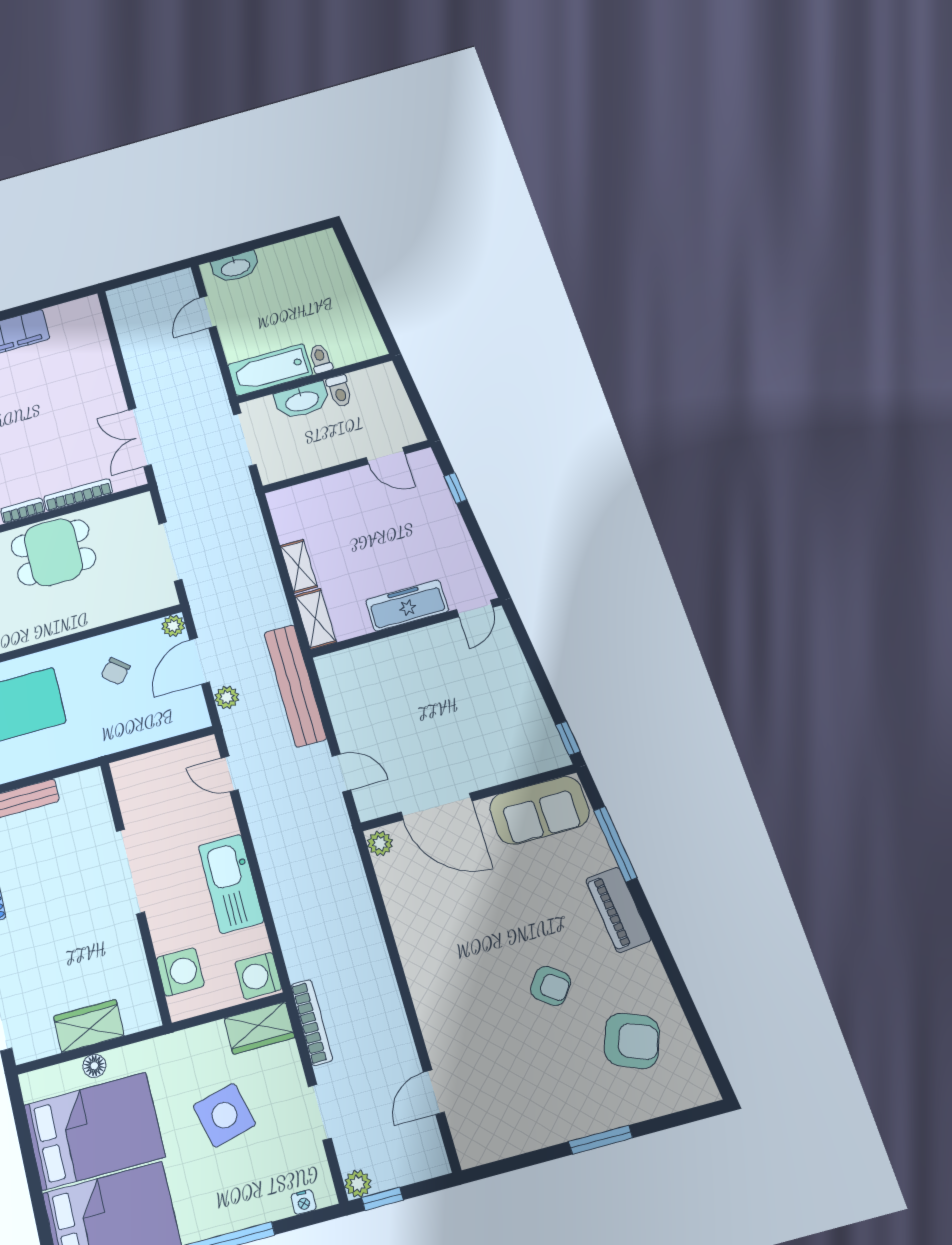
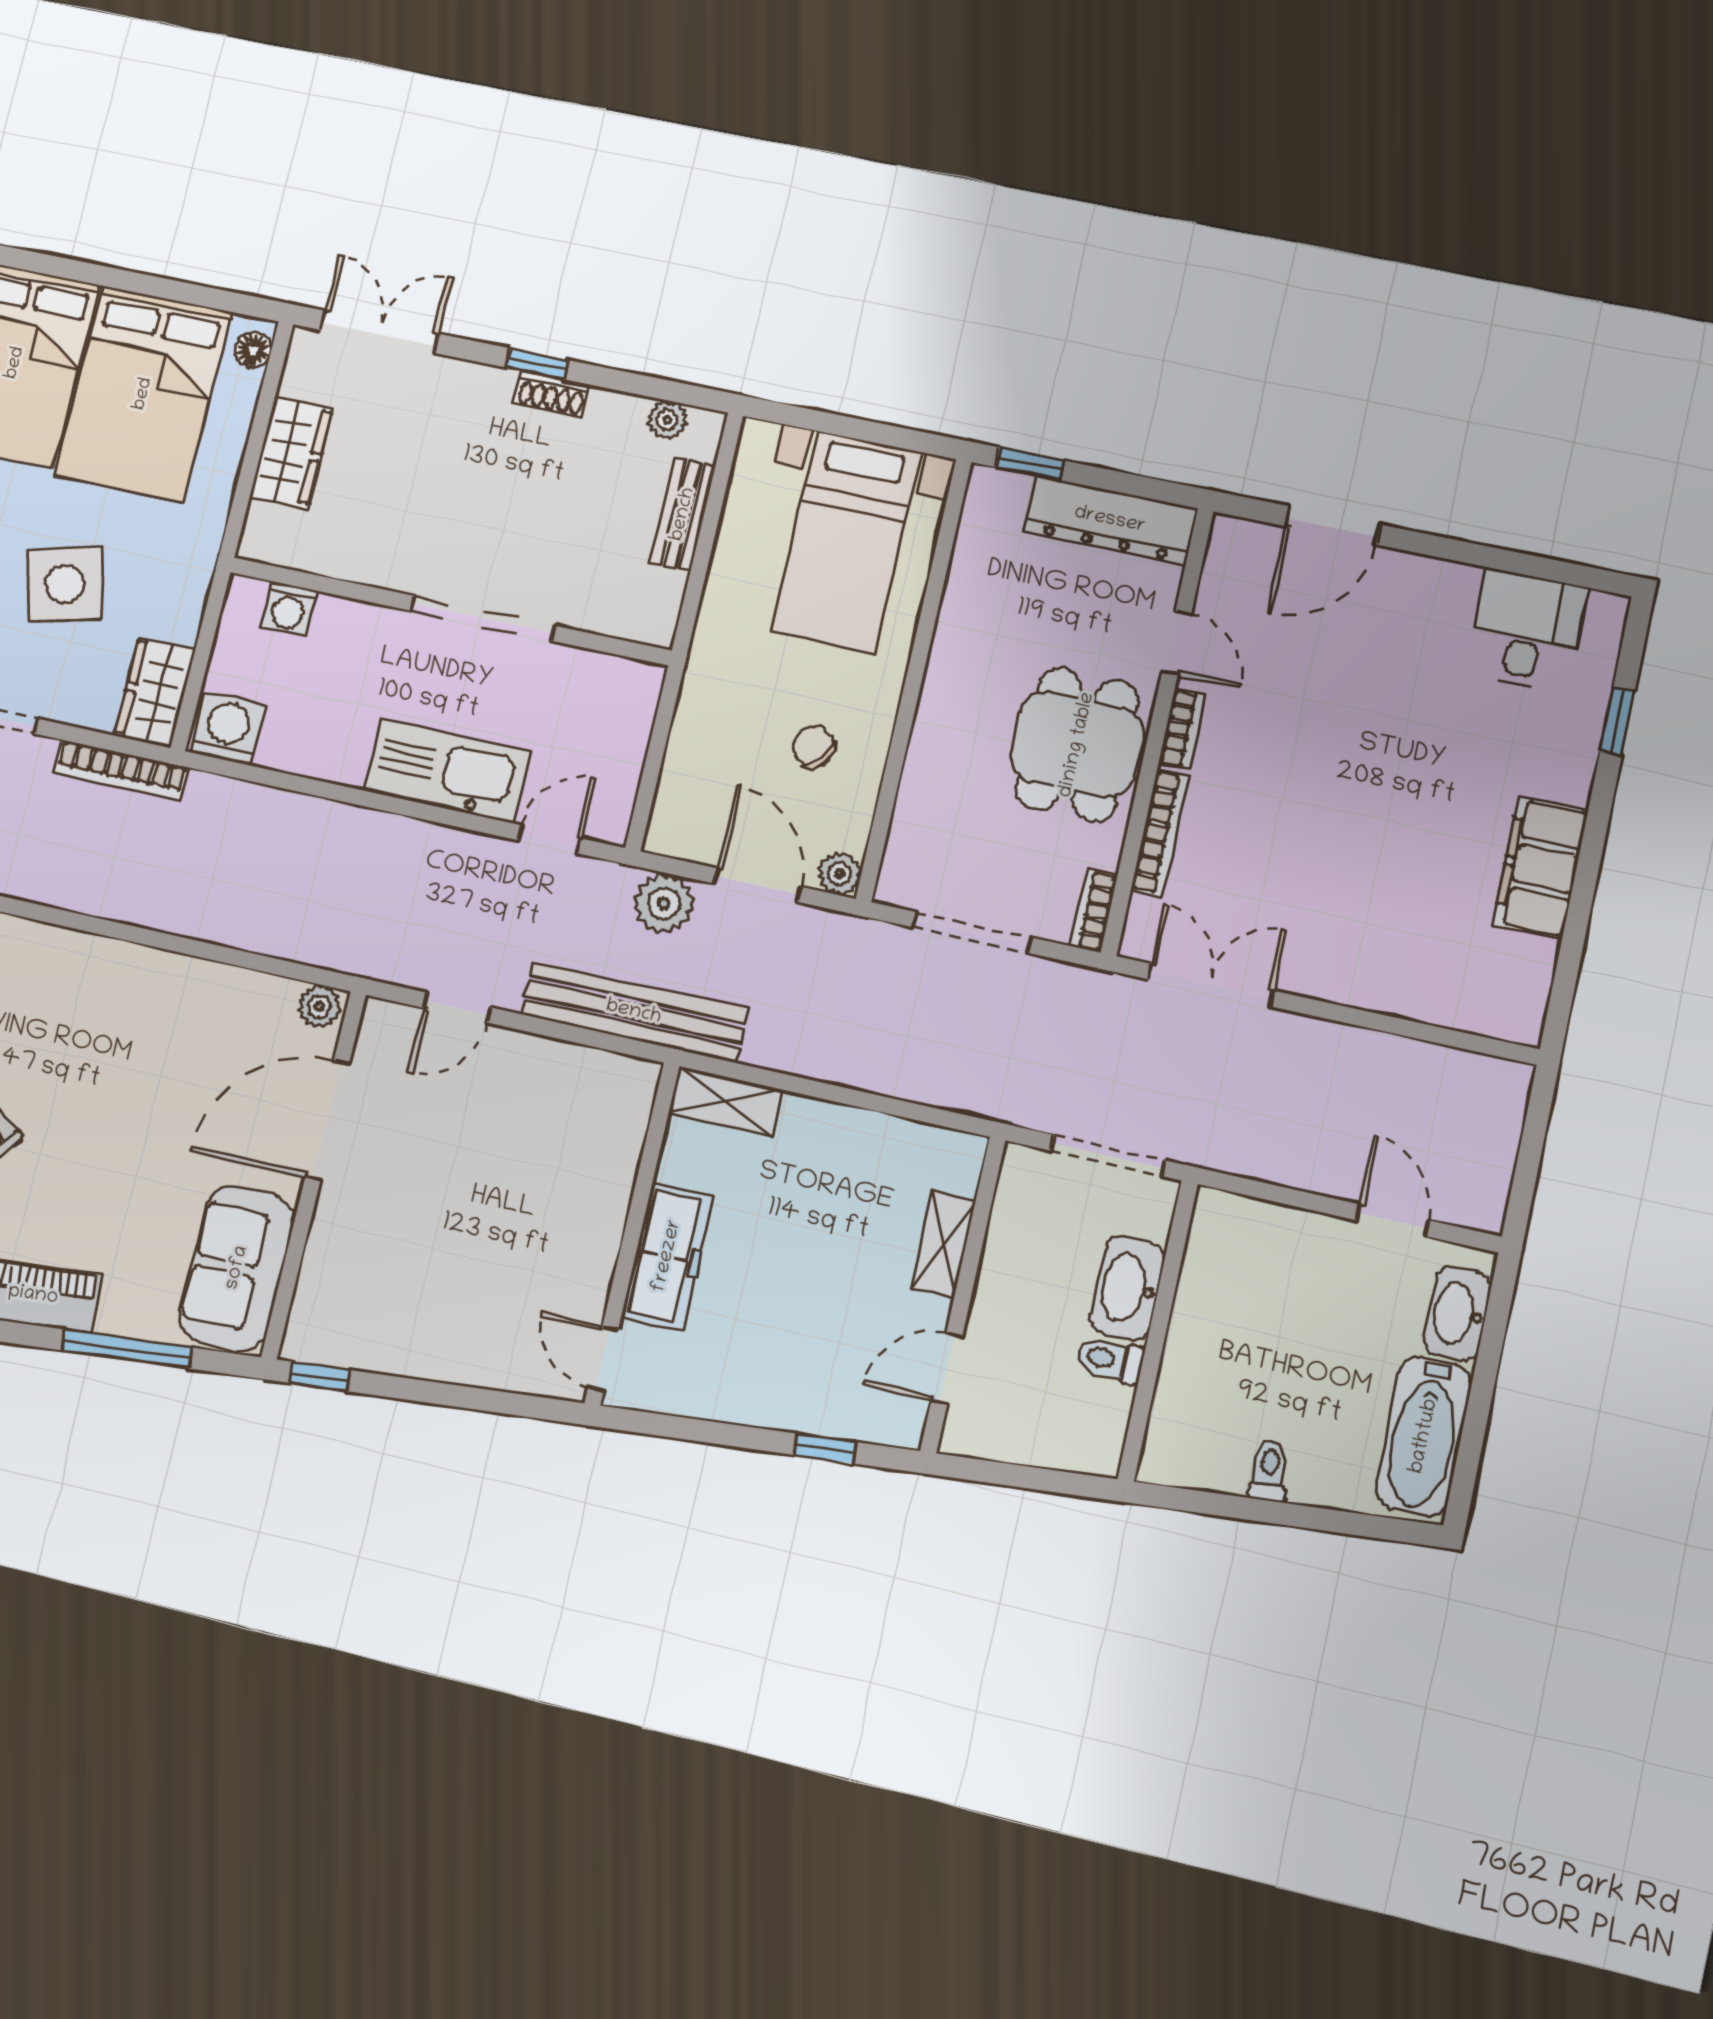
toilet: (320, 359) -> (1269, 1470), moved, turned -95
bathtub: (270, 370) -> (1424, 1436), moved, turned 180
bookcase: (131, 504) -> (1093, 910), added
shelving: (299, 566) -> (943, 1244), moved, turned 90
plant: (227, 697) -> (664, 903), width x1.38, depth x1.38
kitchen sink: (231, 884) -> (447, 771), moved
washing machine: (180, 972) -> (289, 609), width x0.73, depth x0.73
floor lamp: (94, 1066) -> (253, 350), moved

